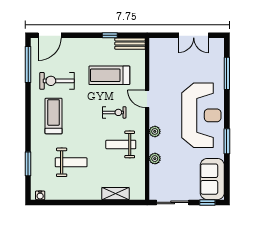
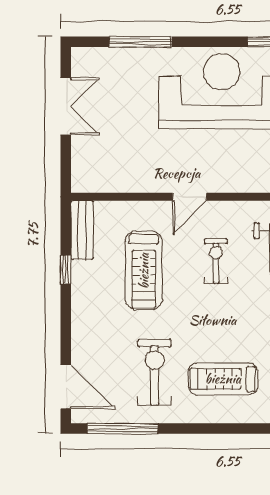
exercise bike: (57, 81) -> (155, 372), turned 180
plant: (155, 131) -> (253, 182), removed

